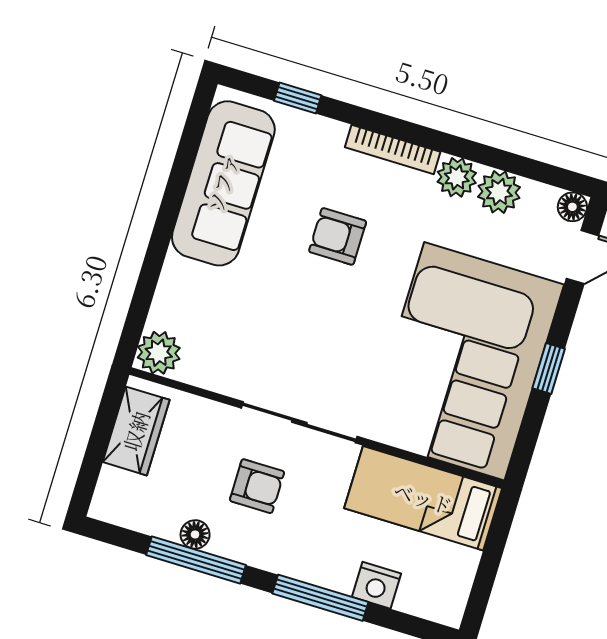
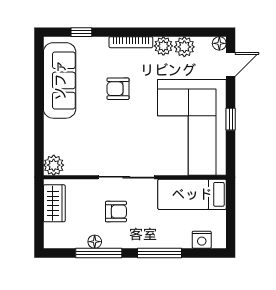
nightstand: (376, 585) -> (202, 240), moved

